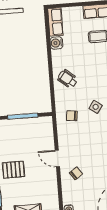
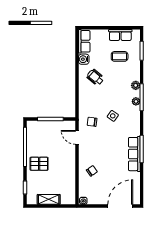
wheelchair: (68, 79) -> (95, 77), moved
door: (57, 158) -> (77, 137), moved

